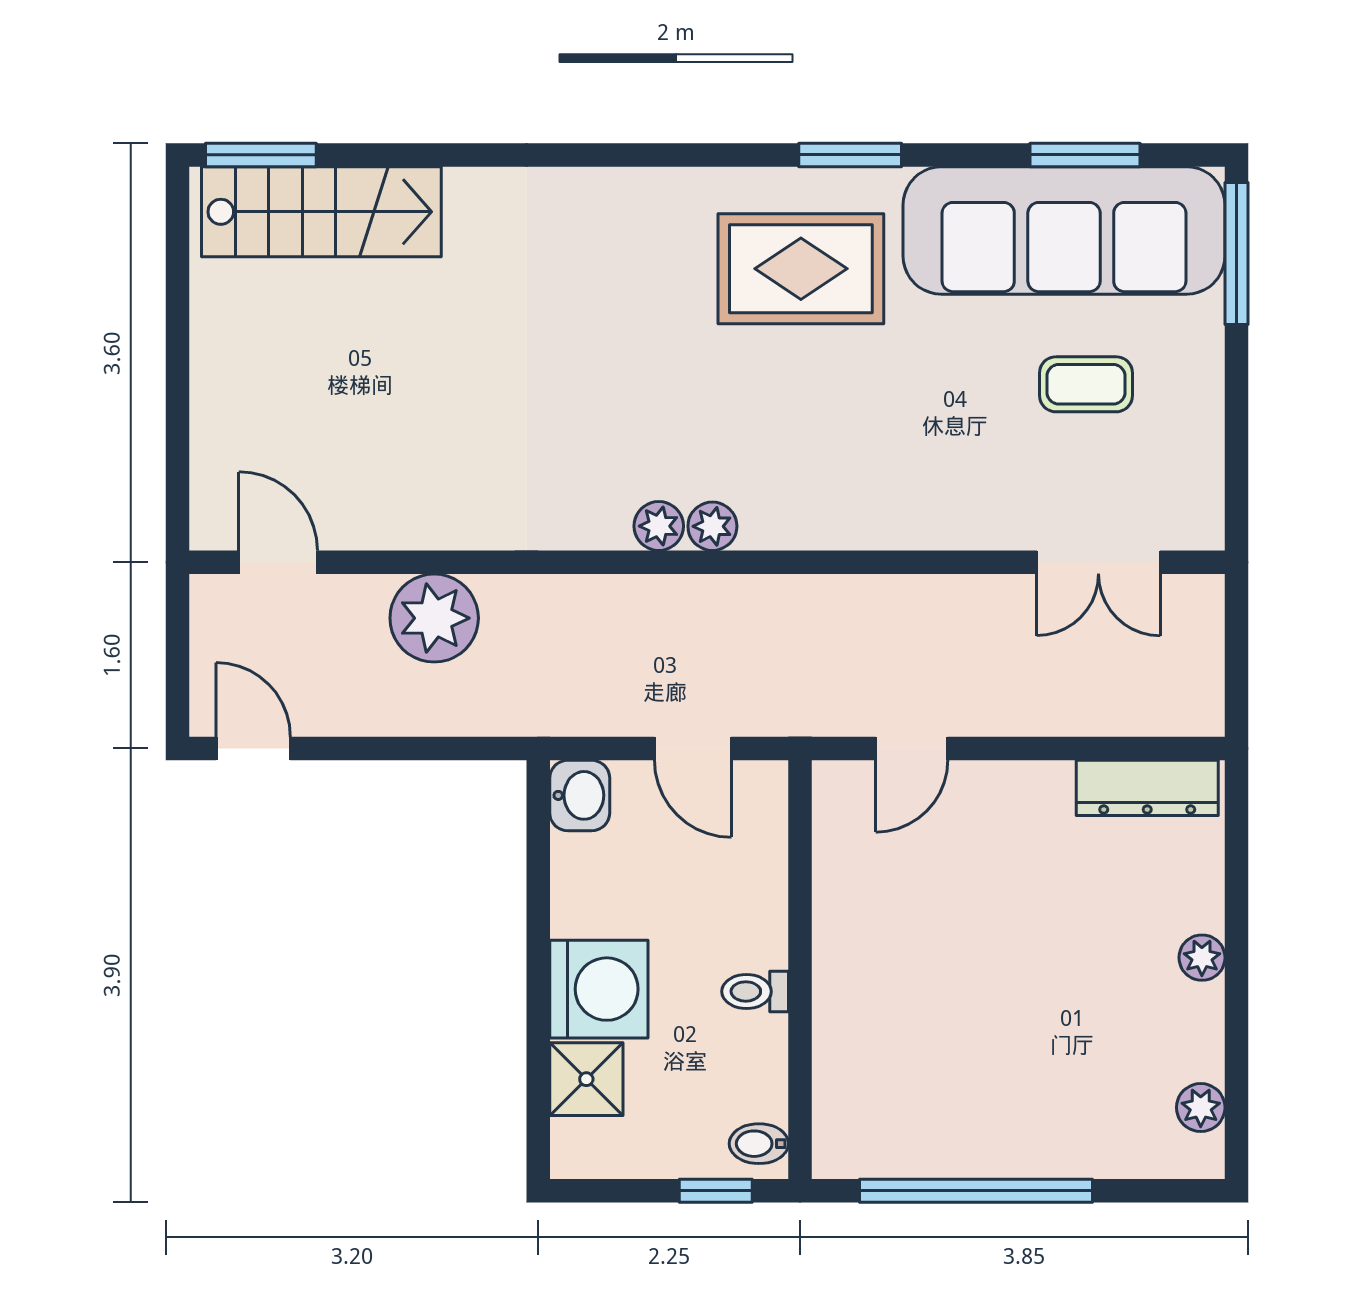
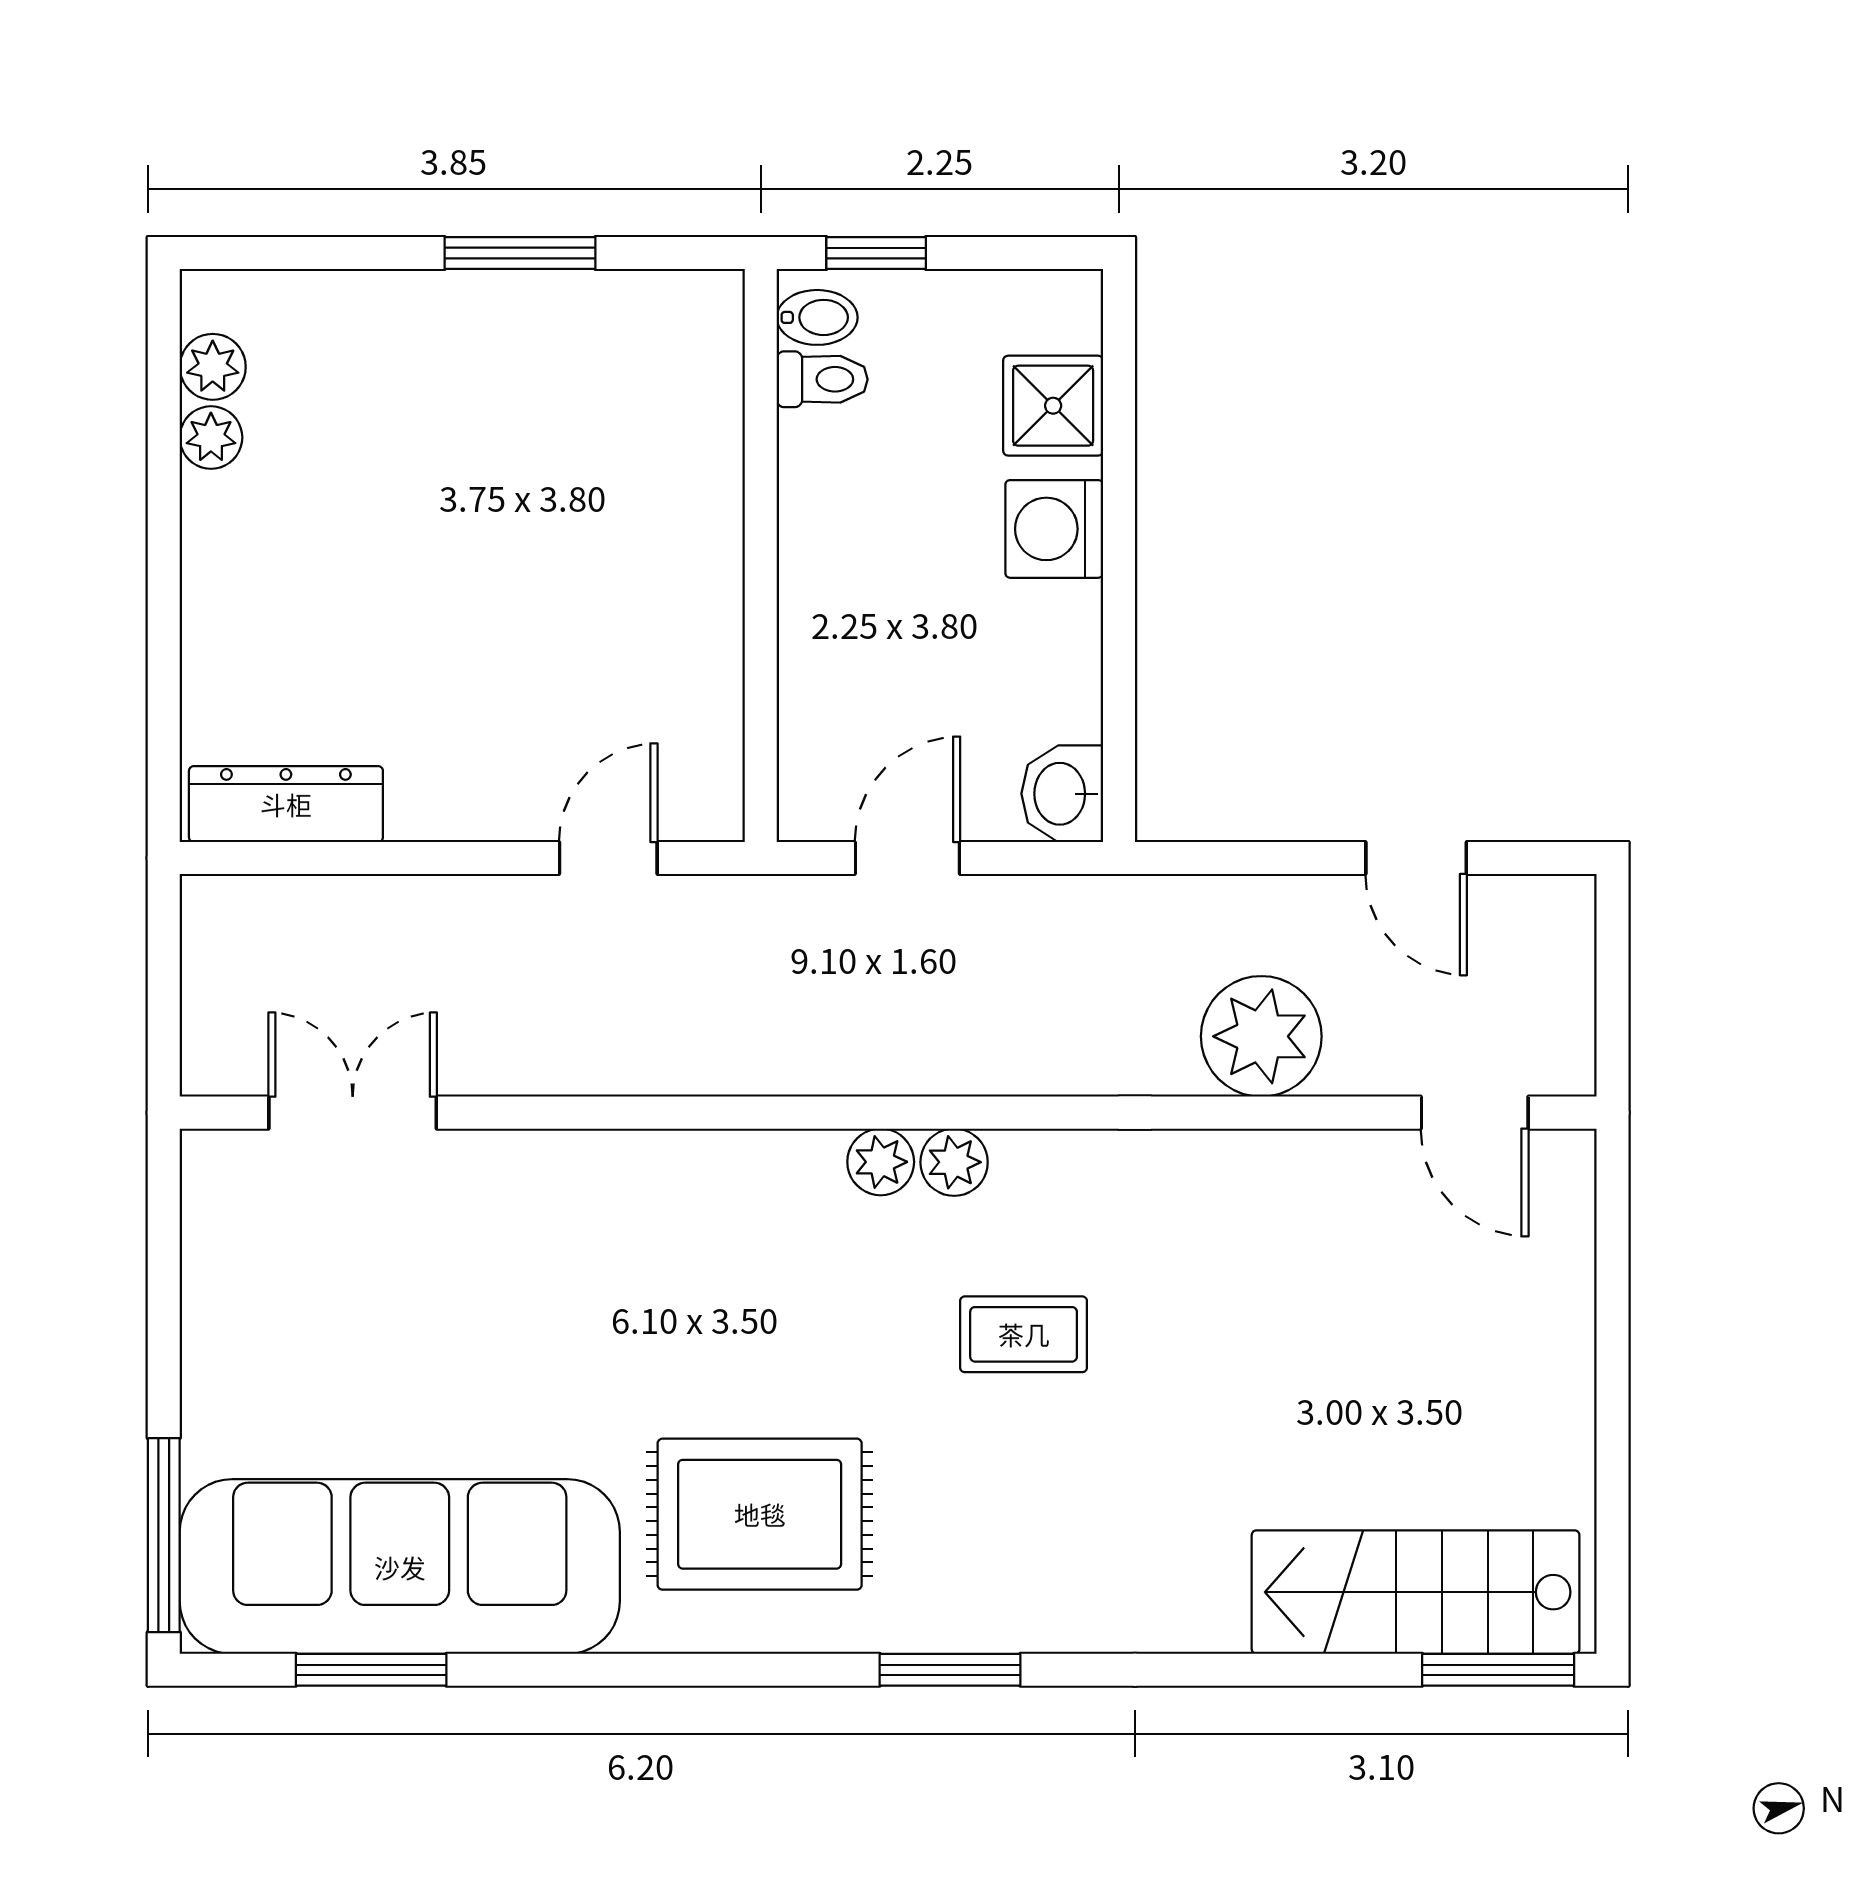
window: (850, 155) -> (950, 1670), moved
coffee table: (1086, 384) -> (1024, 1334), moved
door: (253, 748) -> (1416, 858), moved
door: (693, 748) -> (907, 858), hinge flipped
plant: (1202, 958) -> (211, 438), moved
washing machine: (599, 989) -> (1054, 529), width x0.73, depth x0.73
toilet: (755, 991) -> (822, 379), moved
window: (976, 1191) -> (520, 253), width x0.47

